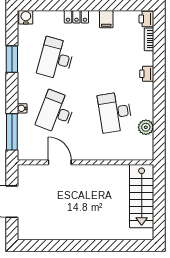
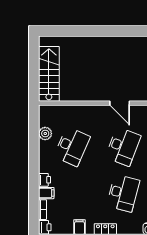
filing cabinet: (145, 58) -> (46, 193), added
desk: (115, 112) -> (72, 147), turned 33

